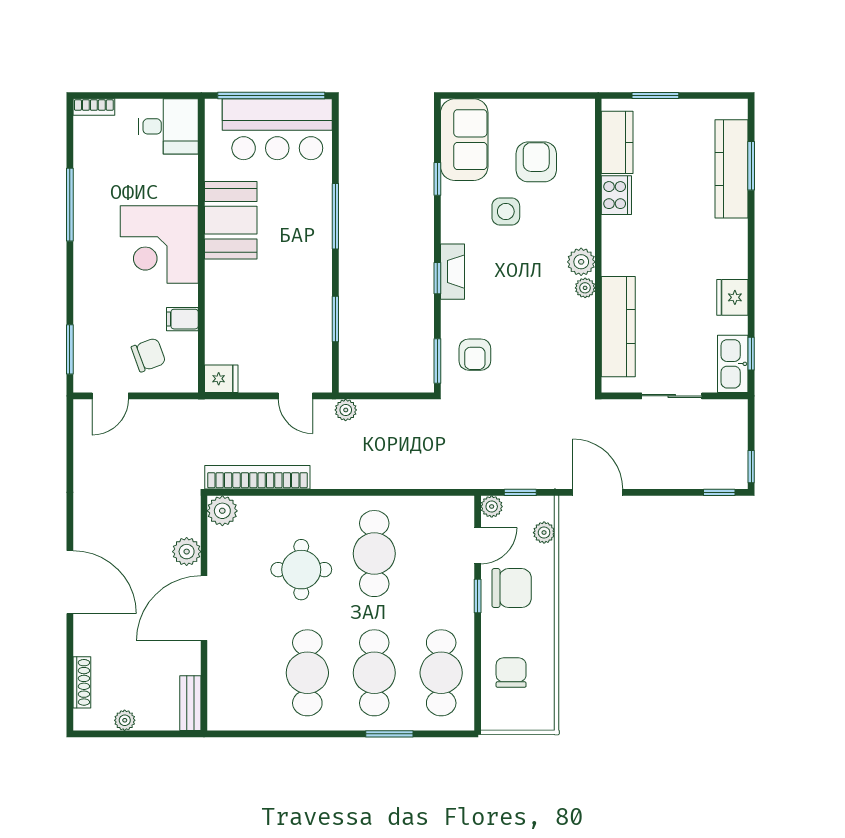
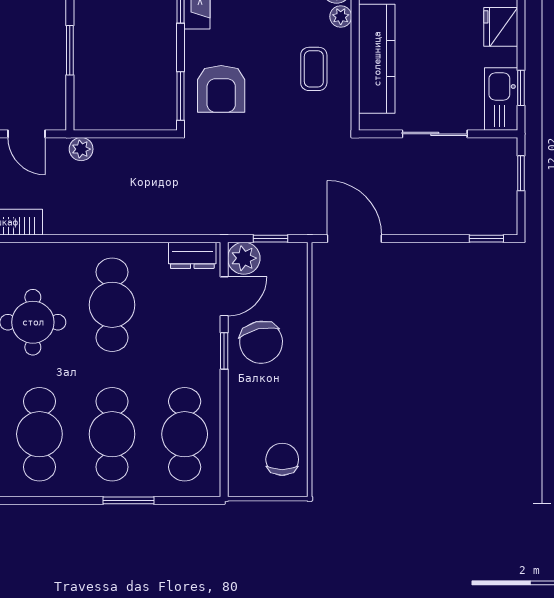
coffee table: (560, 336) -> (314, 69), added
armchair: (475, 355) -> (221, 89), width x1.38, depth x1.38
window: (751, 467) -> (521, 173), moved
plant: (492, 507) -> (244, 258), width x1.38, depth x1.38
dresser: (448, 508) -> (192, 255), added
plant: (544, 533) -> (296, 282), removed
chair: (512, 588) -> (261, 342), turned 77
chair: (511, 673) -> (282, 459), moved

